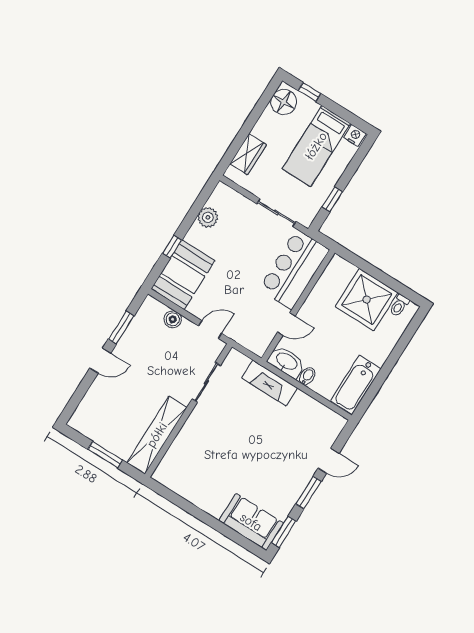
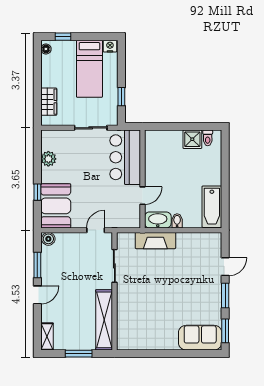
floor lamp: (284, 102) -> (46, 49), width x0.53, depth x0.53
shower: (367, 300) -> (192, 139), width x0.54, depth x0.54
boiler: (173, 319) -> (48, 239), moved
shelving: (82, 413) -> (47, 336), added

